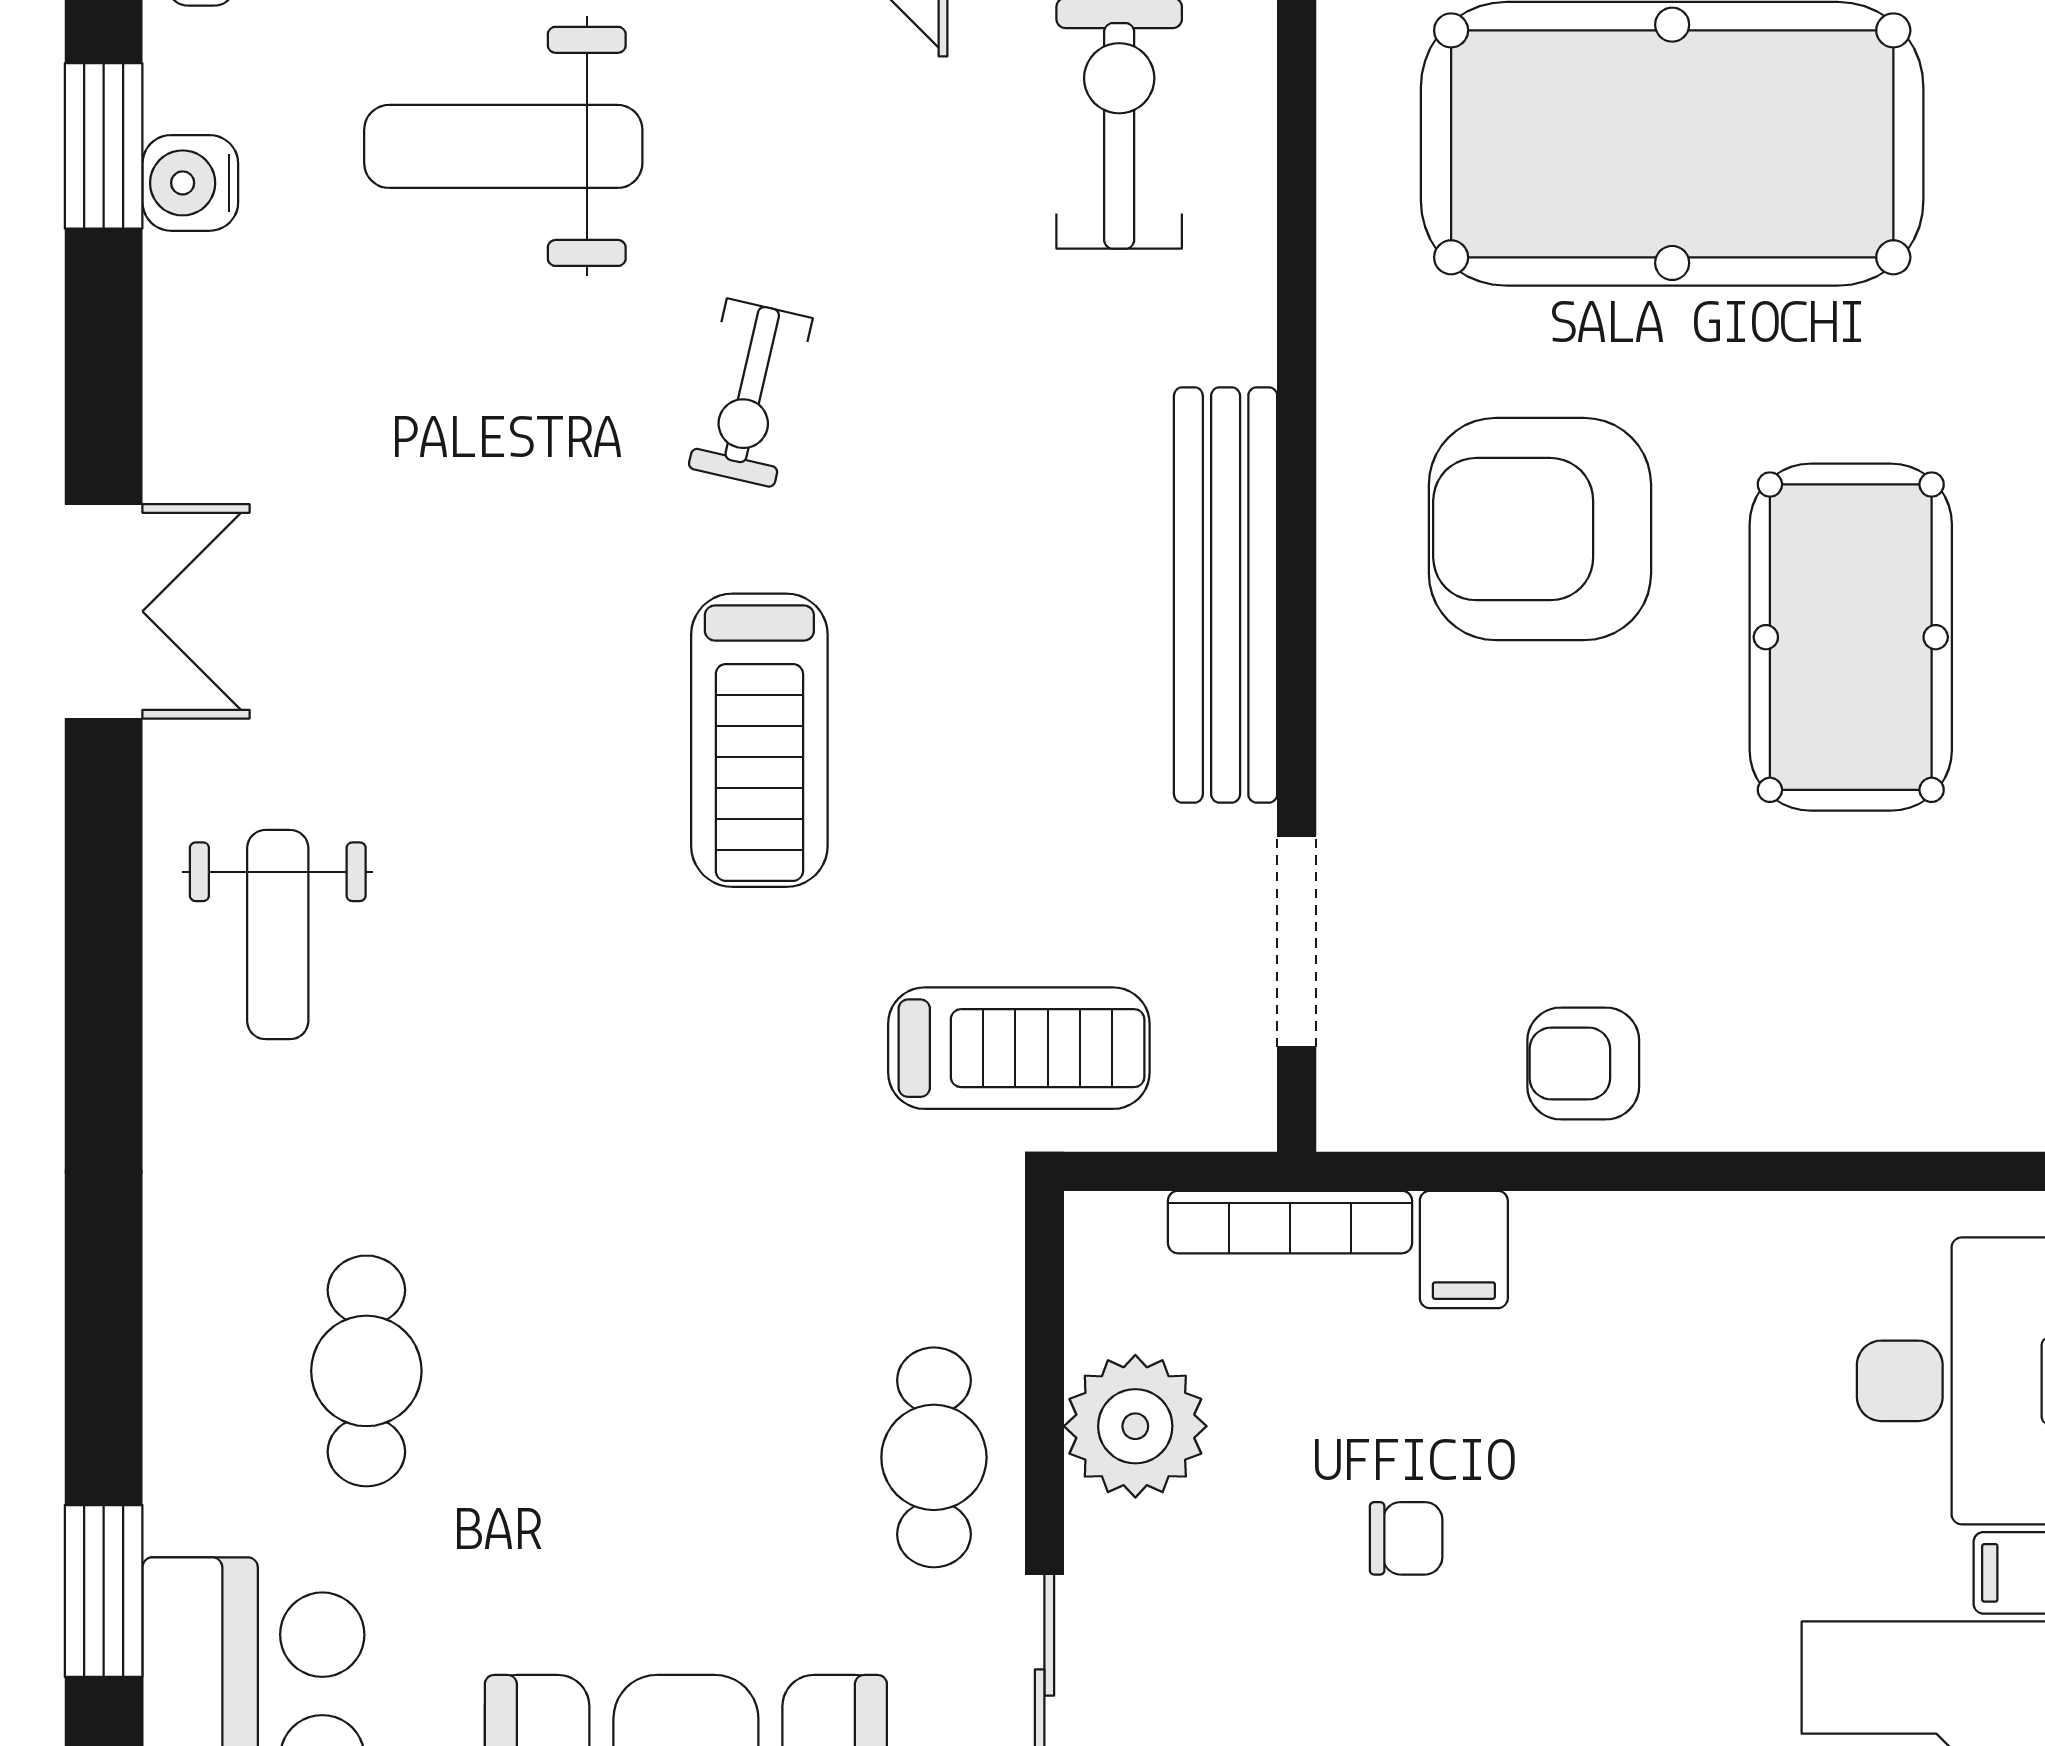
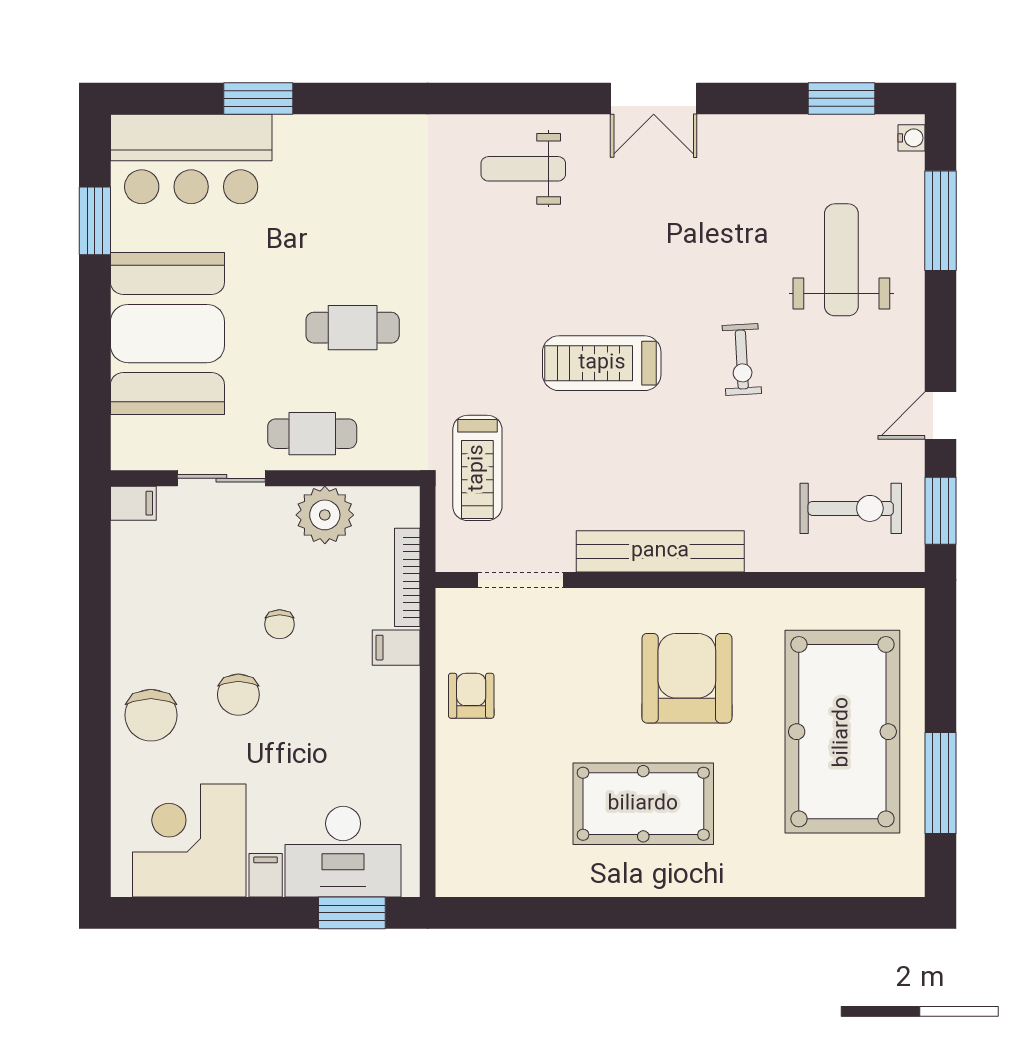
water cooler: (190, 183) -> (827, 133), removed
exercise bike: (750, 393) -> (742, 360), turned -106
cafe table: (366, 1371) -> (353, 328), moved
chair: (1581, 1640) -> (238, 695), added

